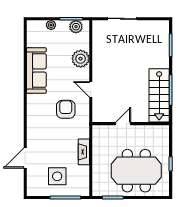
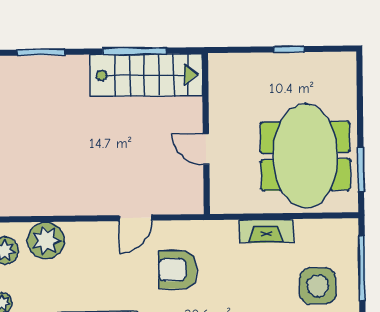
plant: (81, 59) -> (46, 240), moved
meeting table: (136, 171) -> (305, 156), moved

